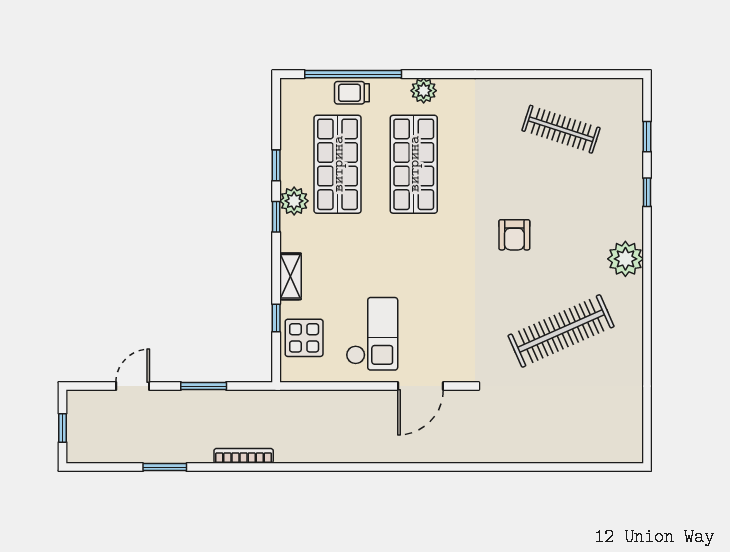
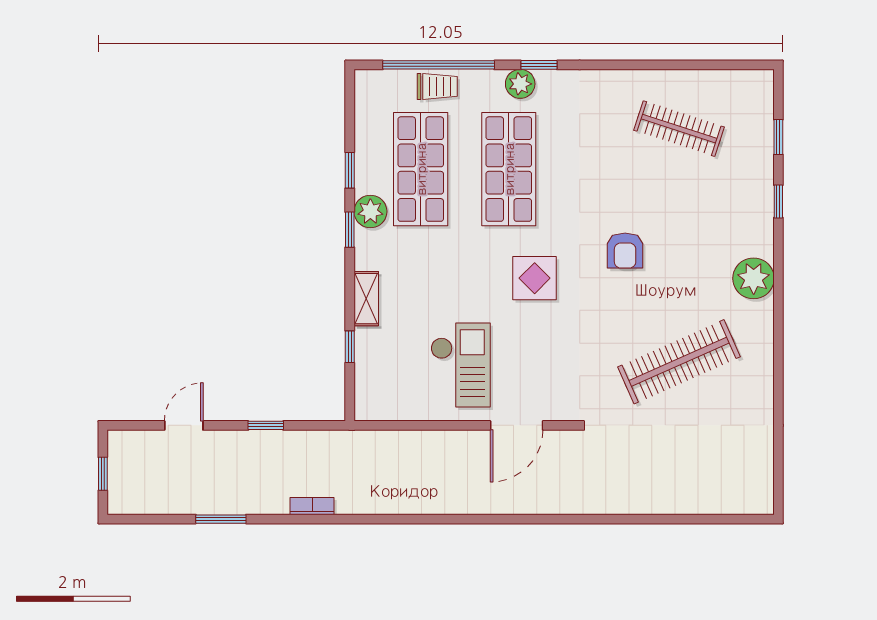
window: (440, 74) -> (539, 65), added
trolley: (352, 93) -> (437, 86), turned 180
display table: (304, 338) -> (535, 278), moved
window: (204, 386) -> (266, 425), width x0.67
bookcase: (244, 456) -> (312, 506), width x0.64

